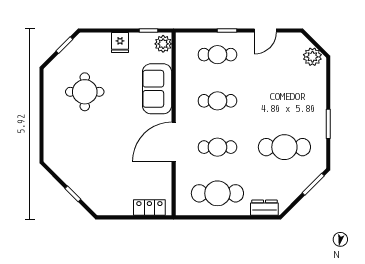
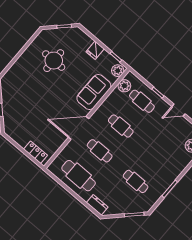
plant: (184, 54) -> (124, 86), added
cafe table: (284, 147) -> (136, 181), width x0.73, depth x0.74

